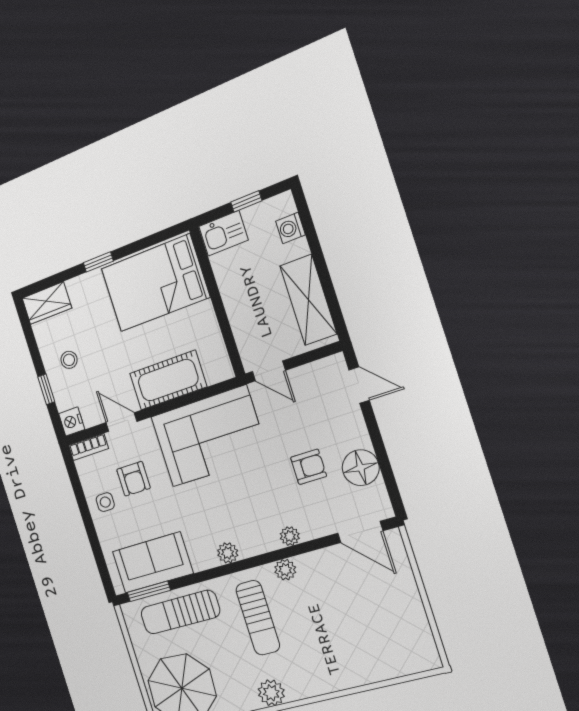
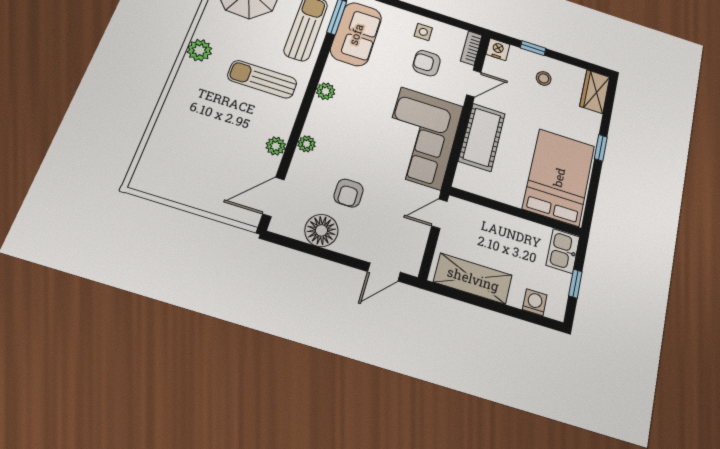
plant: (285, 570) -> (276, 146), moved

